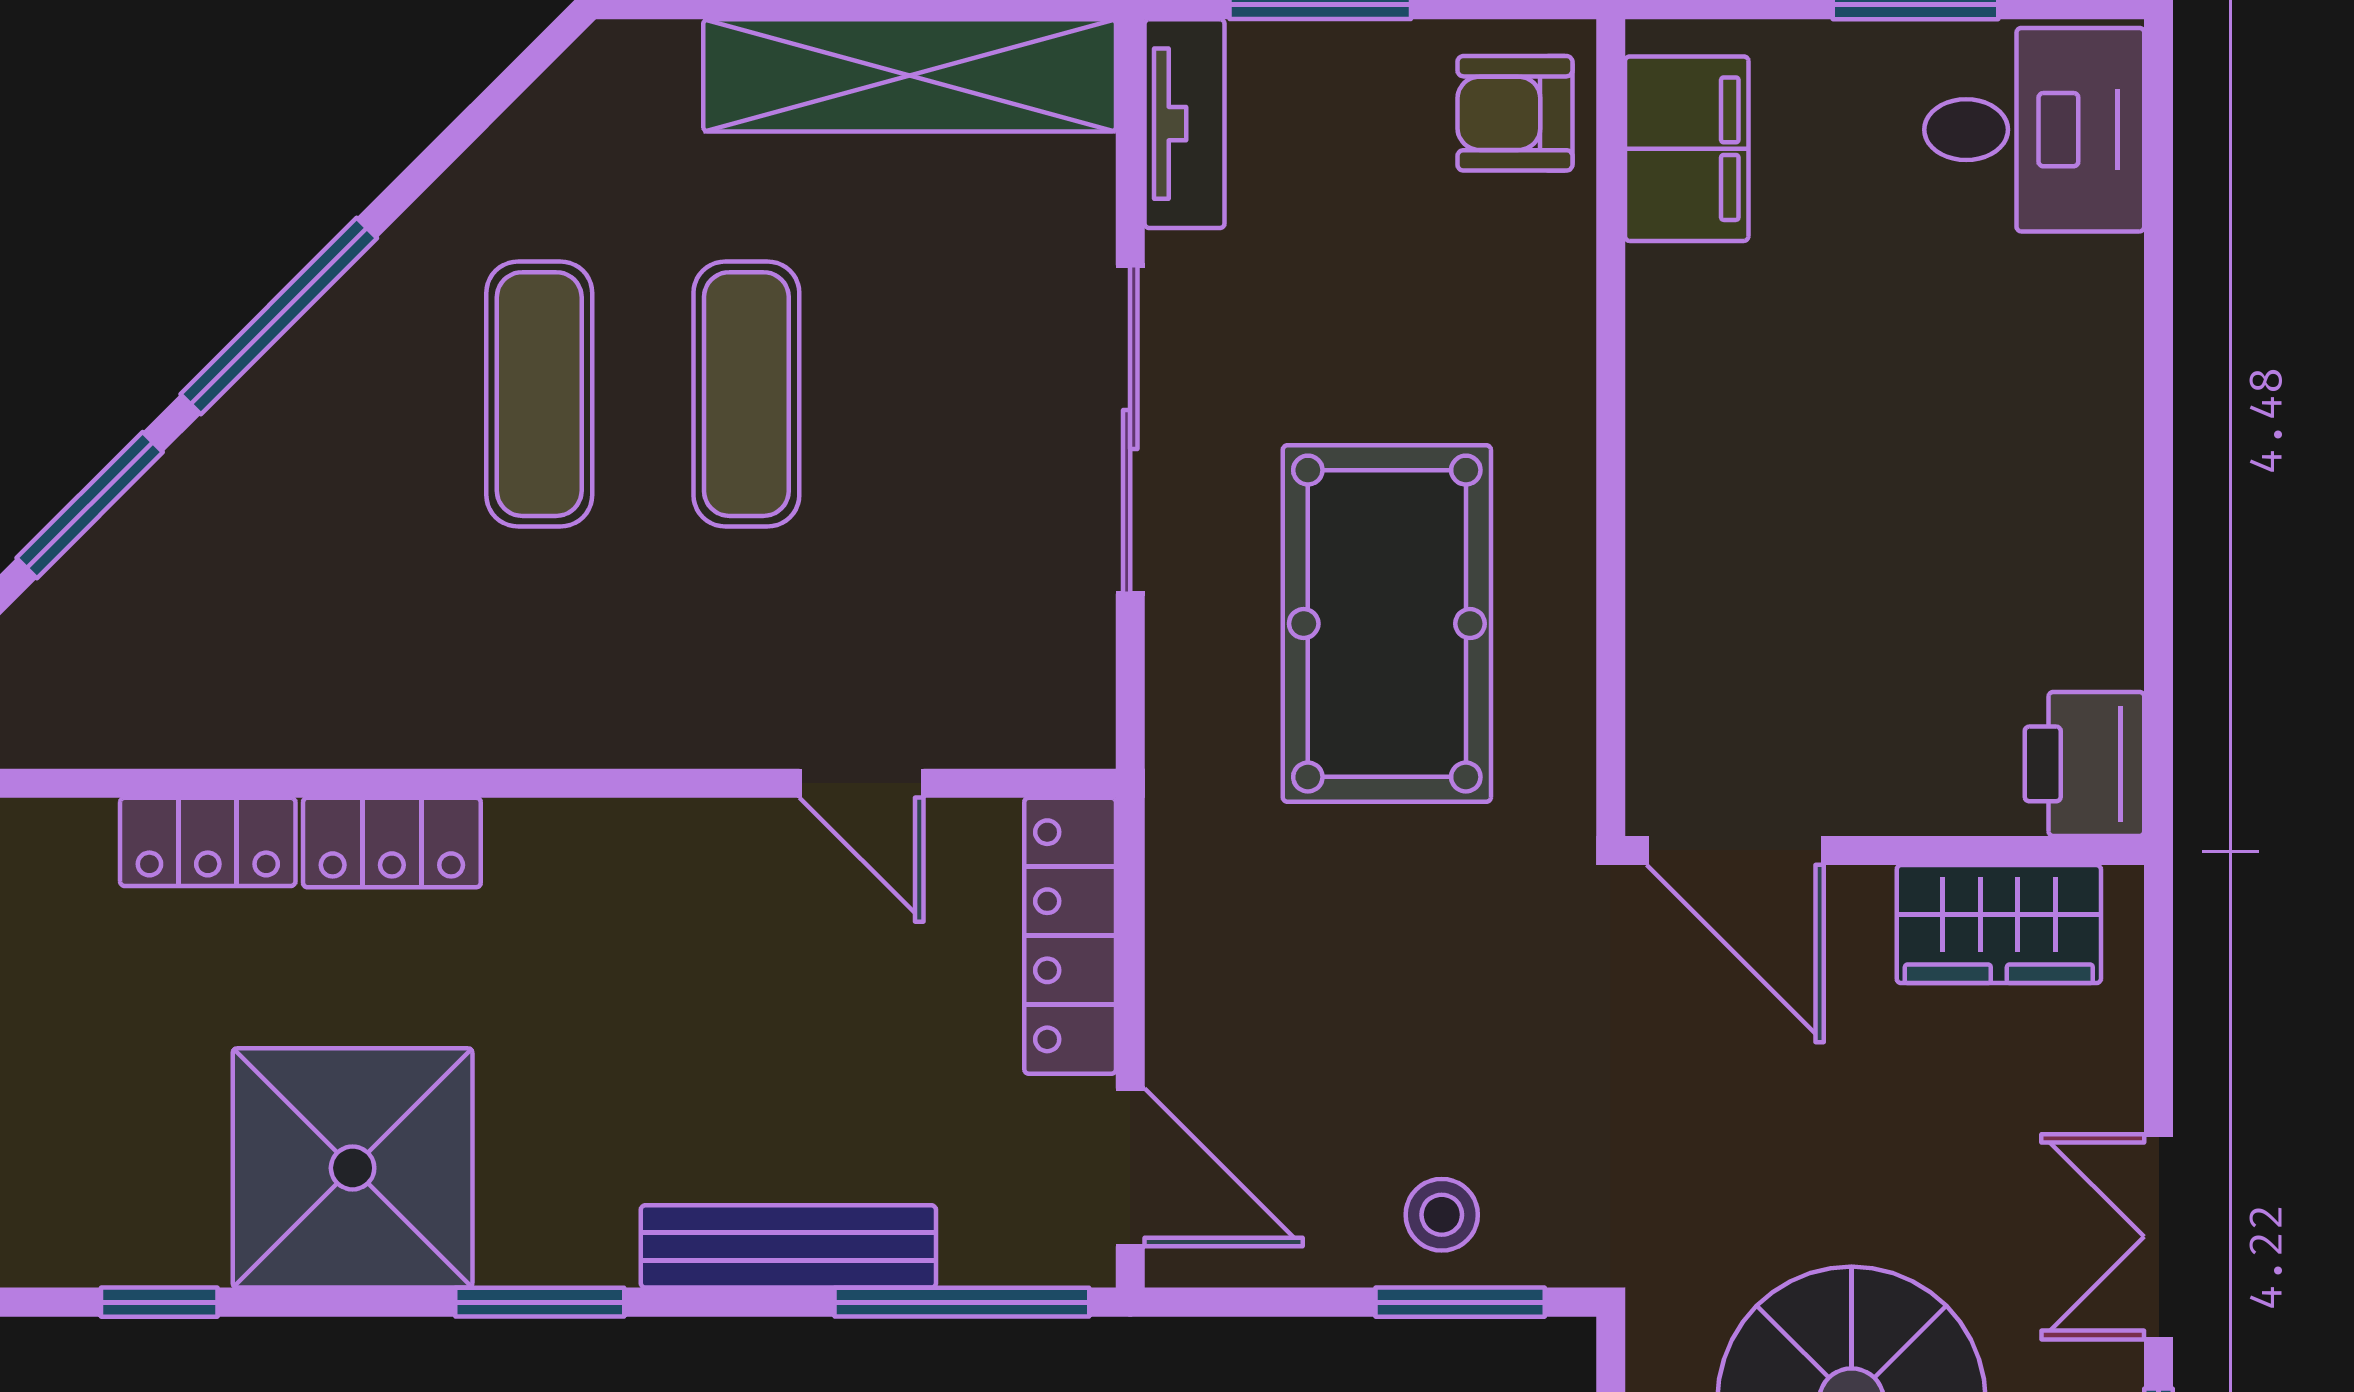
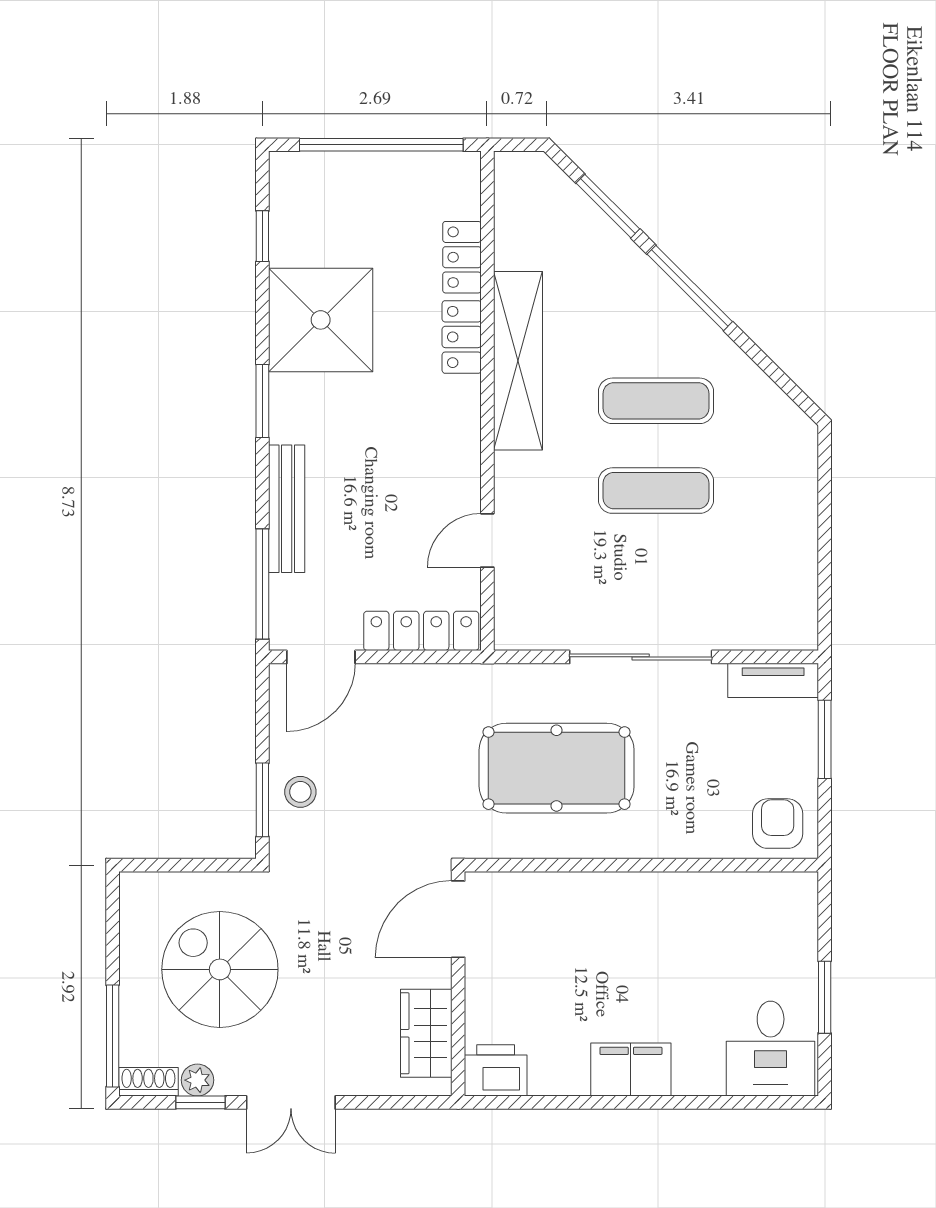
shelving: (910, 75) -> (518, 361), moved
filing cabinet: (1687, 149) -> (631, 1070), moved, turned 180
double door: (2159, 1237) -> (291, 1102), swing flipped

